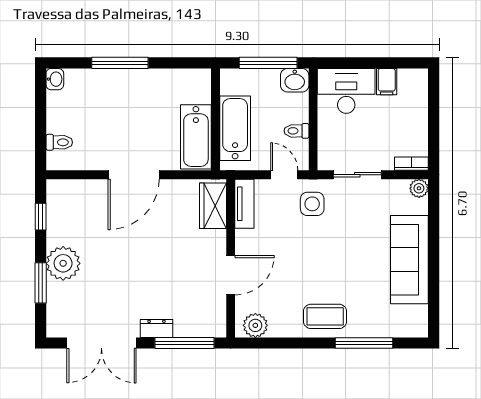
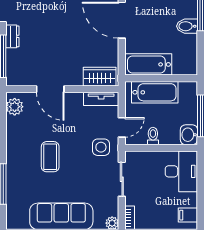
filing cabinet: (387, 82) -> (188, 215), moved
bidet: (142, 83) -> (187, 26), added
coffee table: (325, 316) -> (50, 157), moved

